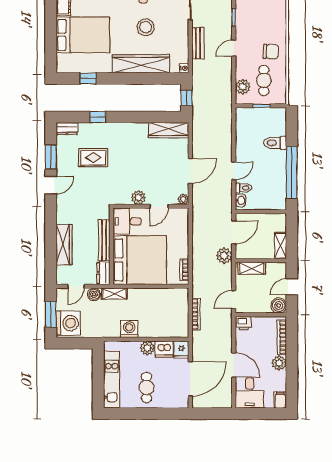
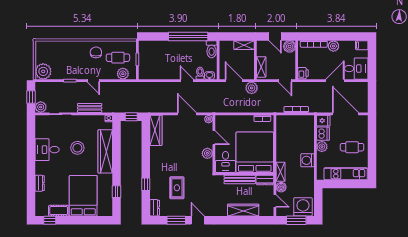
toilet: (275, 143) -> (212, 49), moved

